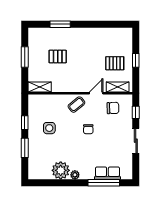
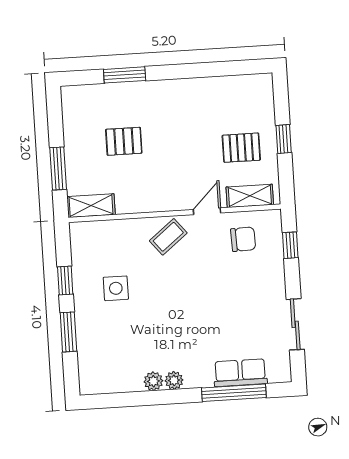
window: (25, 57) -> (58, 168), moved
chair: (88, 129) -> (196, 286), removed
sliding door: (136, 141) -> (295, 324), moved
plant: (61, 170) -> (153, 381), width x0.53, depth x0.53

